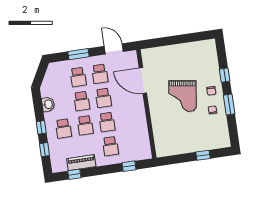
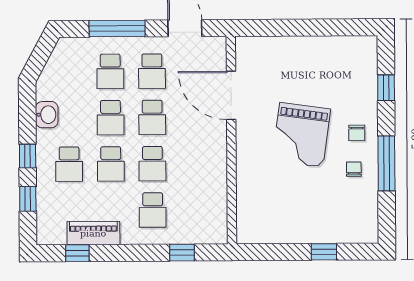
window: (78, 54) -> (117, 29), width x1.44
window: (225, 75) -> (386, 88), moved
window: (229, 104) -> (386, 163), width x1.44

